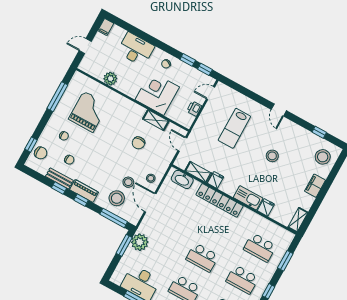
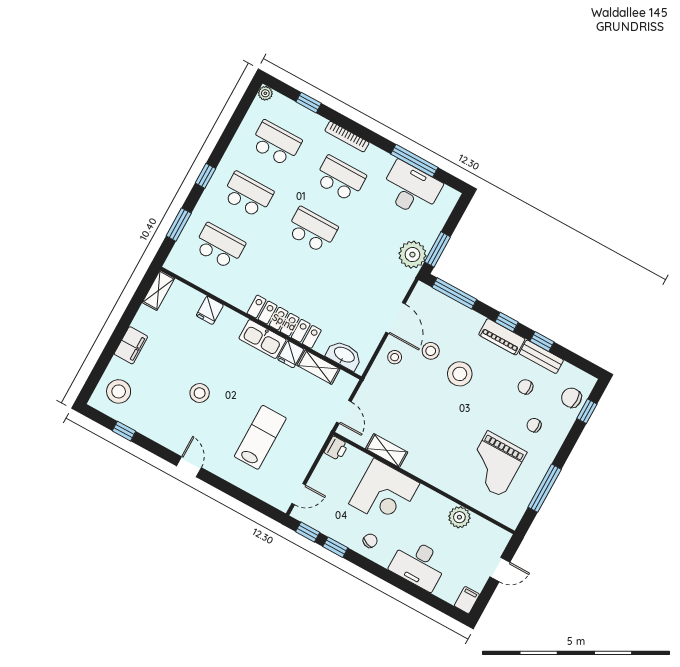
printer: (194, 109) -> (336, 448), moved
chair: (138, 143) -> (414, 414), removed
stool: (117, 198) -> (460, 374), moved
kitchen sink: (248, 198) -> (263, 339), moved

